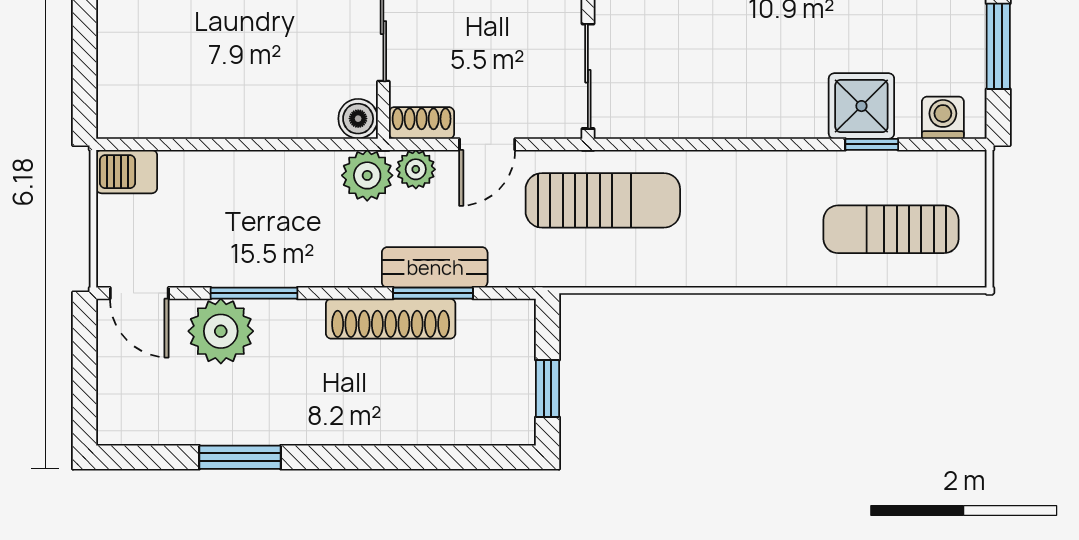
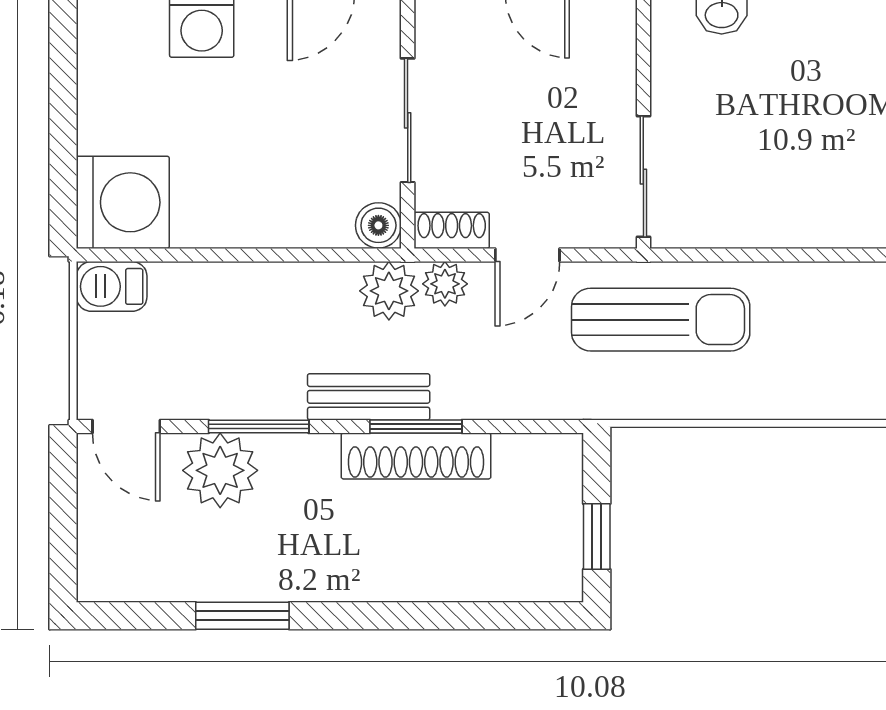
washing machine: (136, 99) -> (123, 202), added
bench: (435, 267) -> (369, 397), moved
window: (433, 293) -> (416, 427), moved

